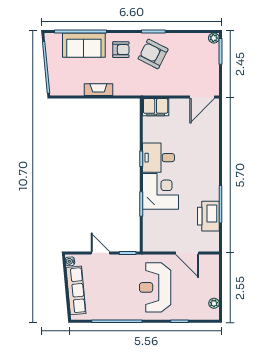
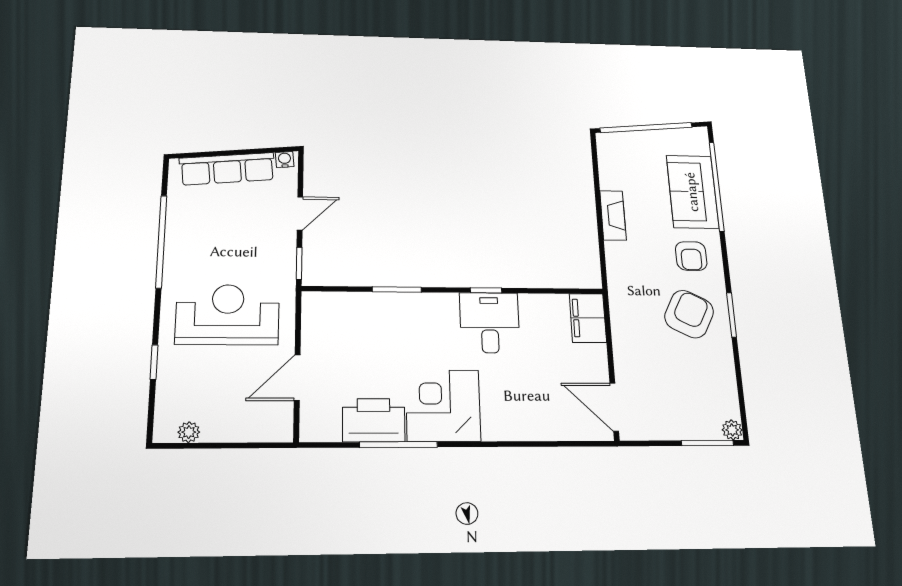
corner desk: (160, 191) -> (443, 406), moved, turned 180

